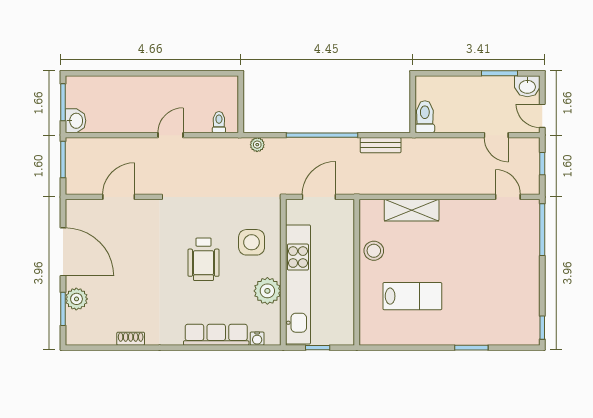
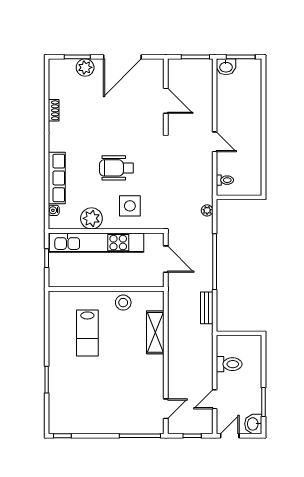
toilet: (425, 117) -> (229, 364), moved

